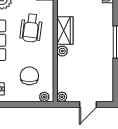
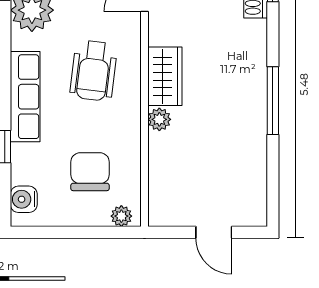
plant: (62, 97) -> (159, 216), removed
door: (88, 105) -> (214, 232), hinge flipped

